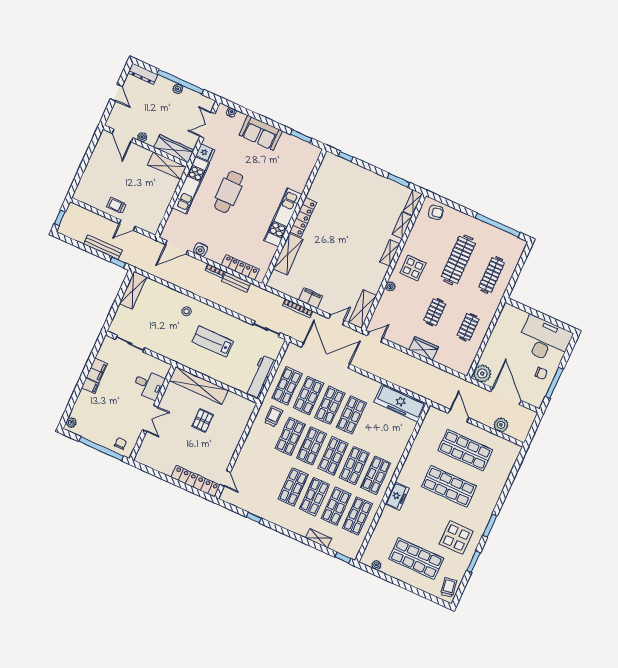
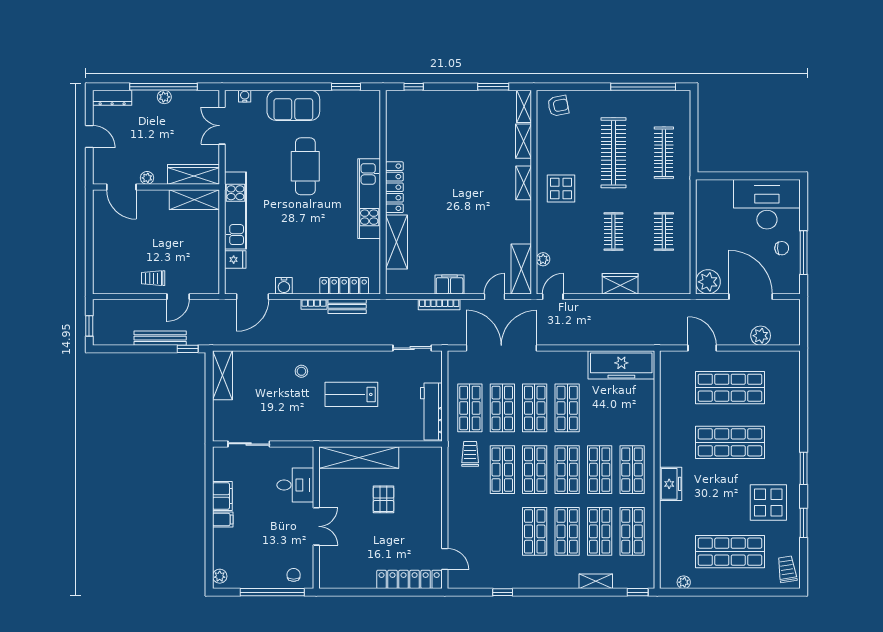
fridge: (205, 153) -> (235, 260), moved
cafe table: (229, 192) -> (305, 166), moved
plant: (390, 286) -> (543, 259), moved

